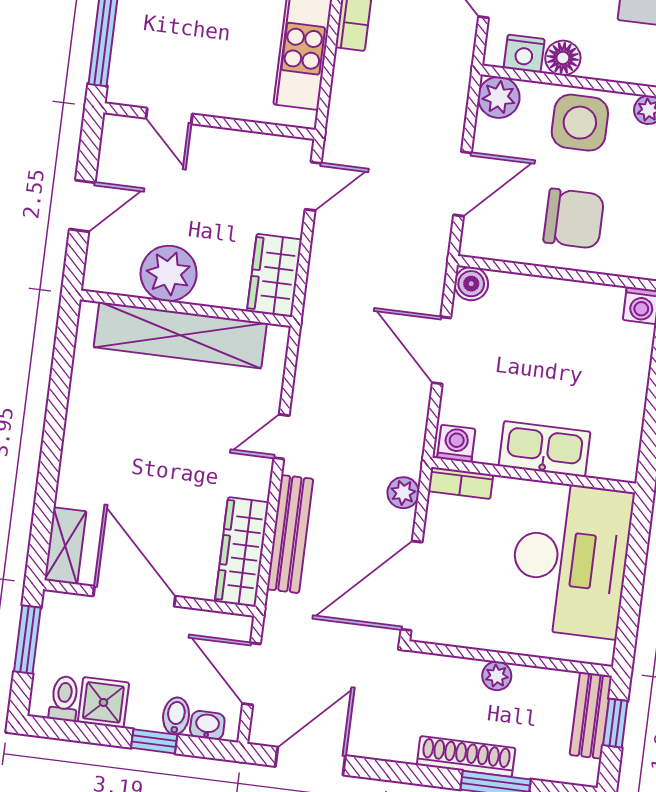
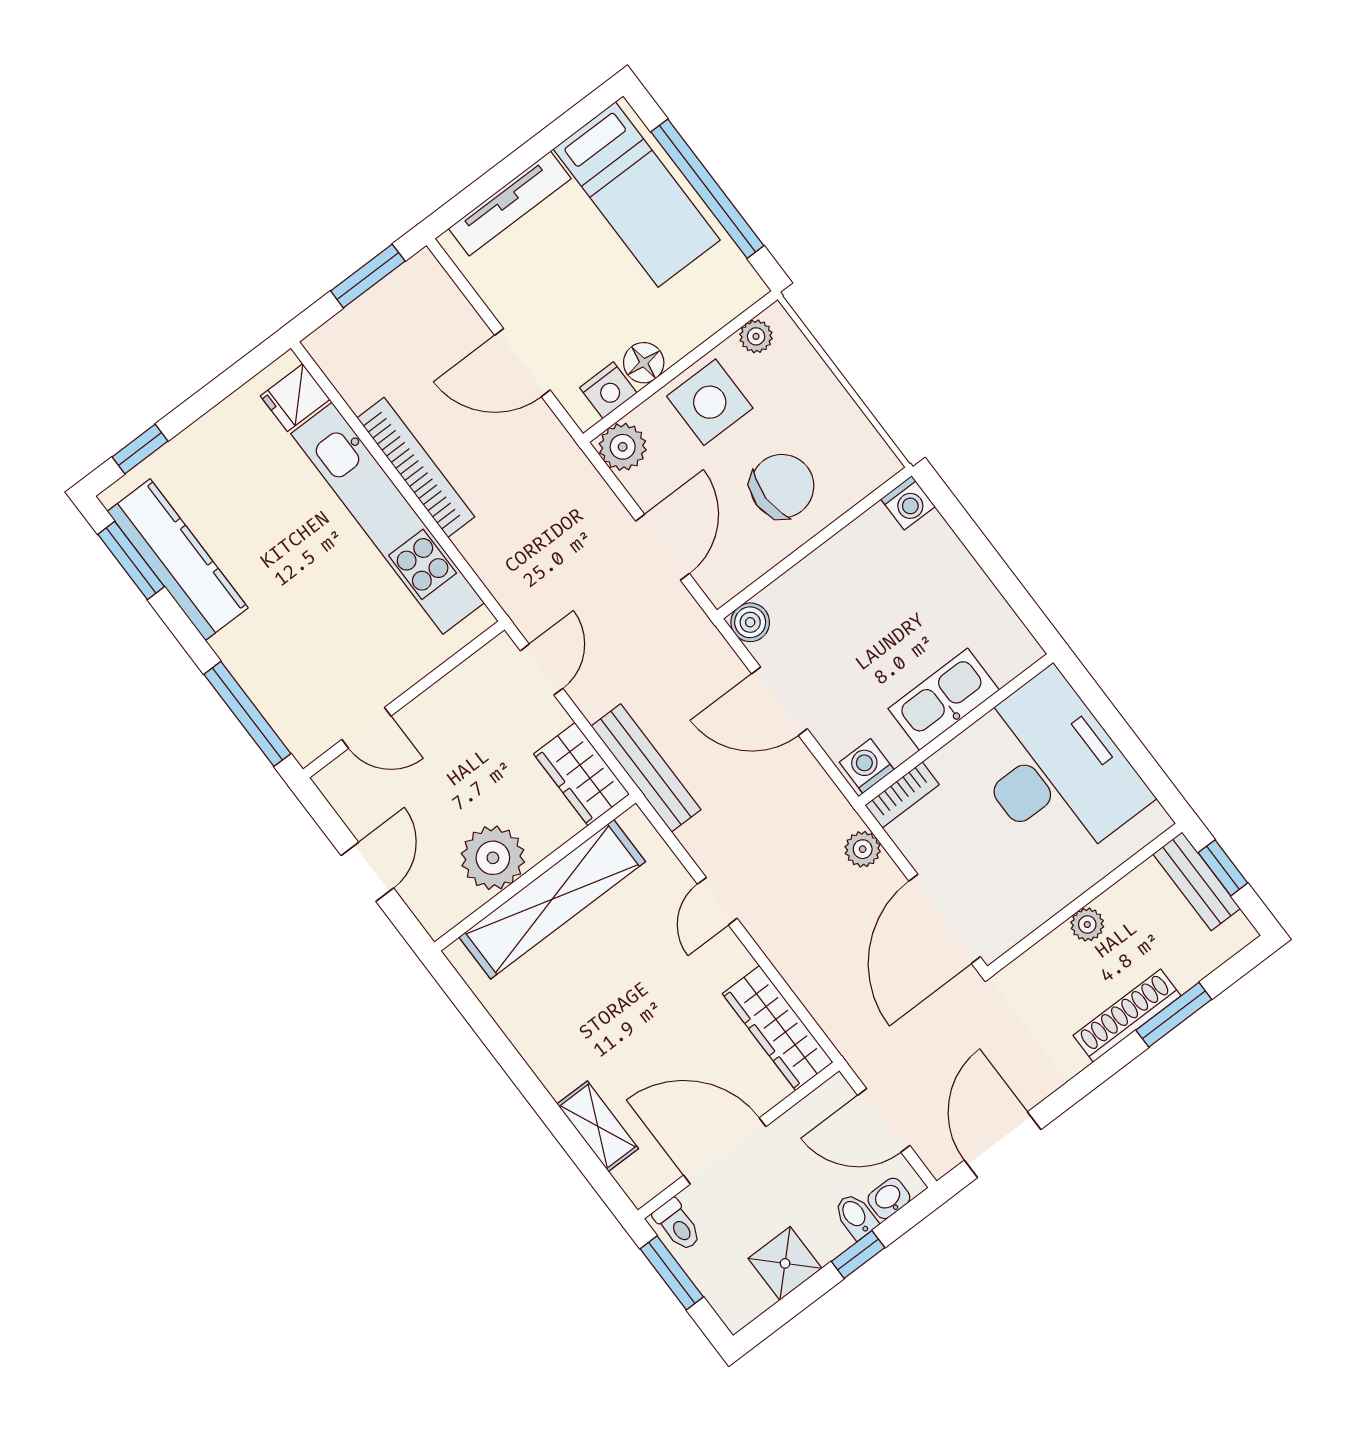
bench: (290, 534) -> (646, 768), moved
shelving: (65, 546) -> (598, 1126), moved
toilet: (64, 698) -> (678, 1225), moved, turned 180

